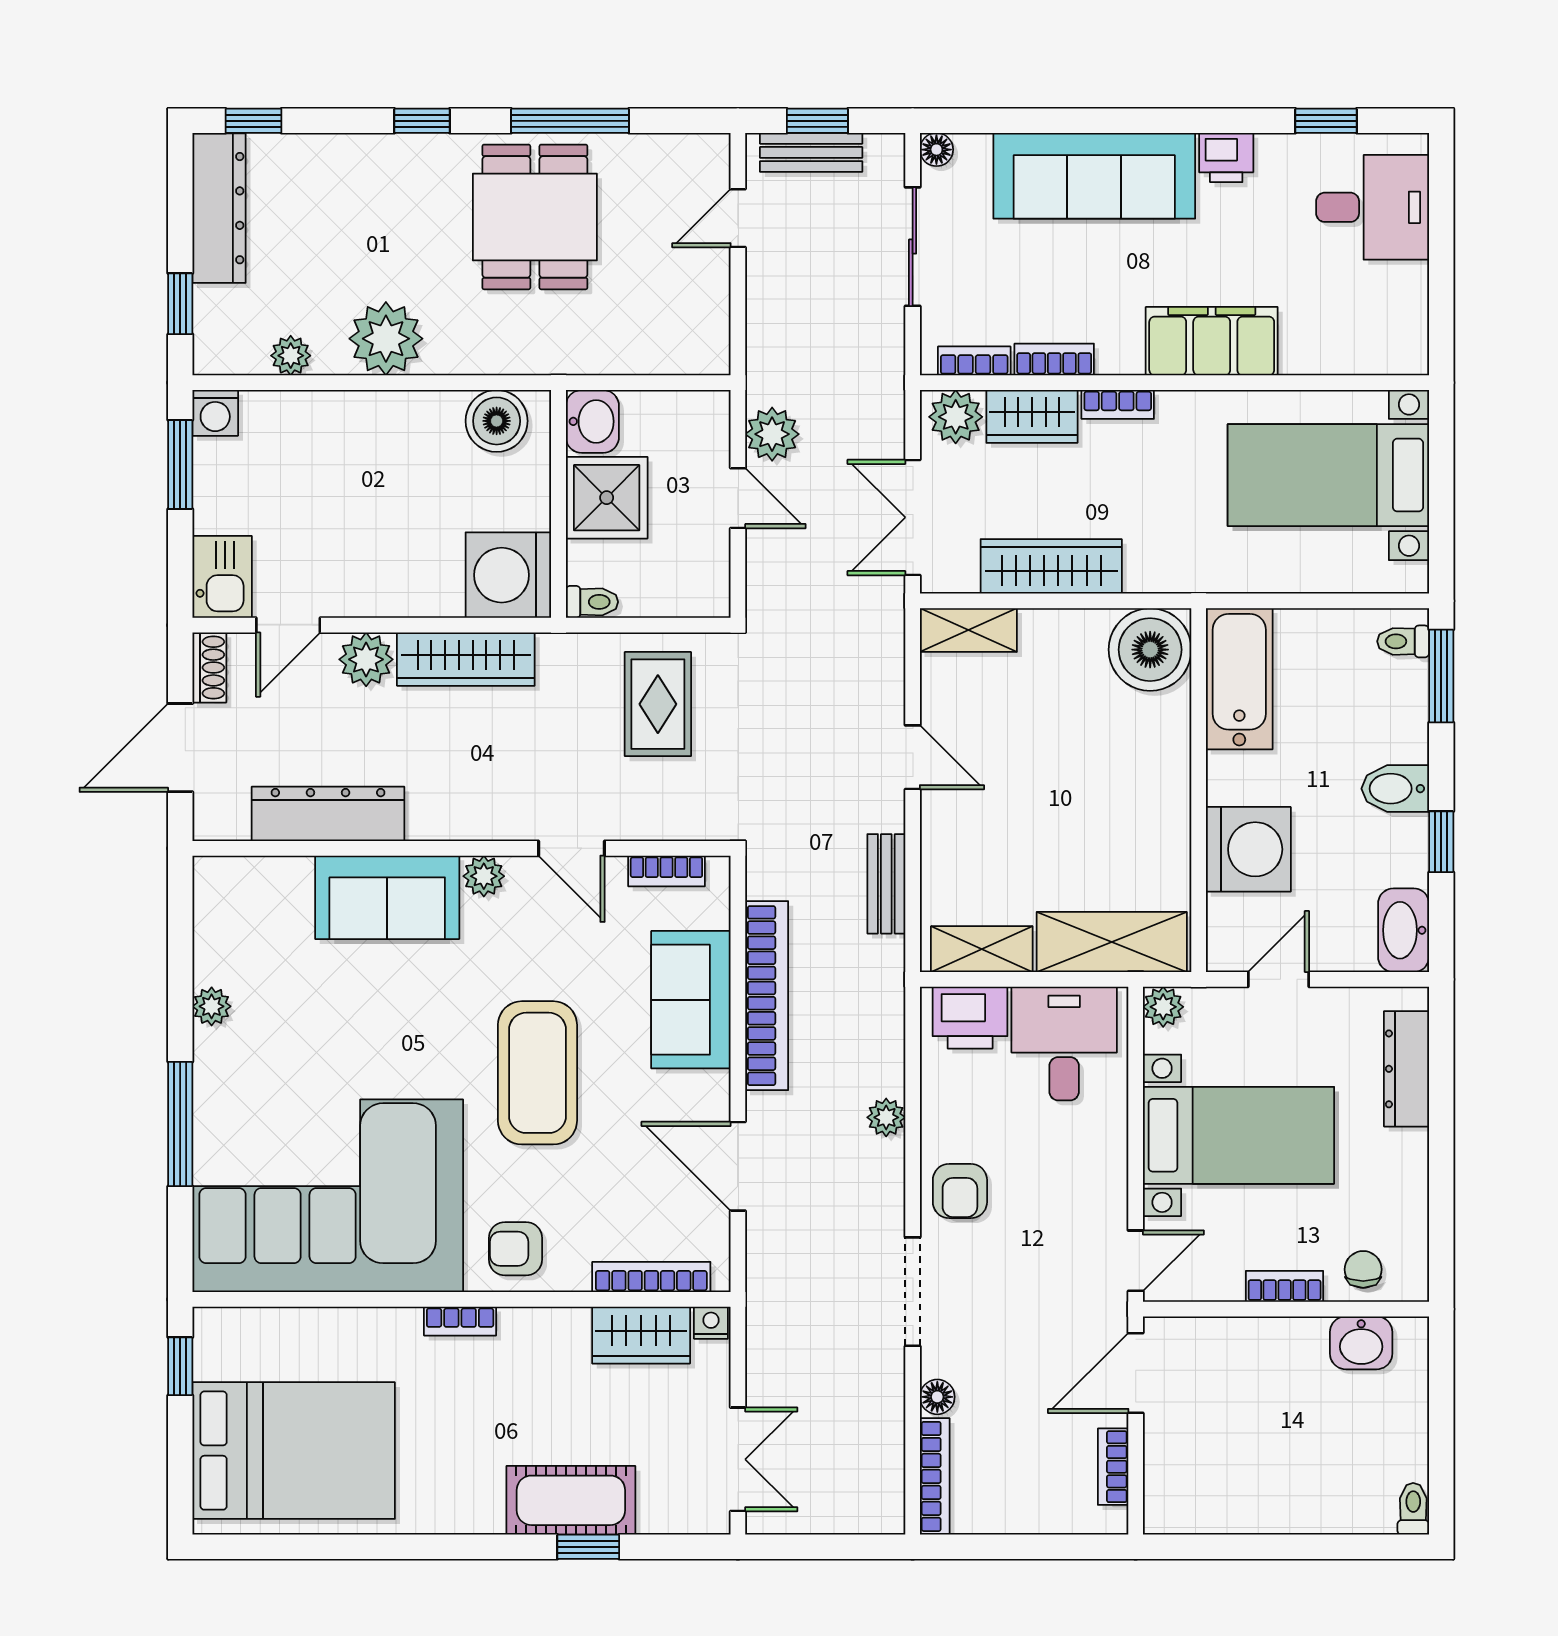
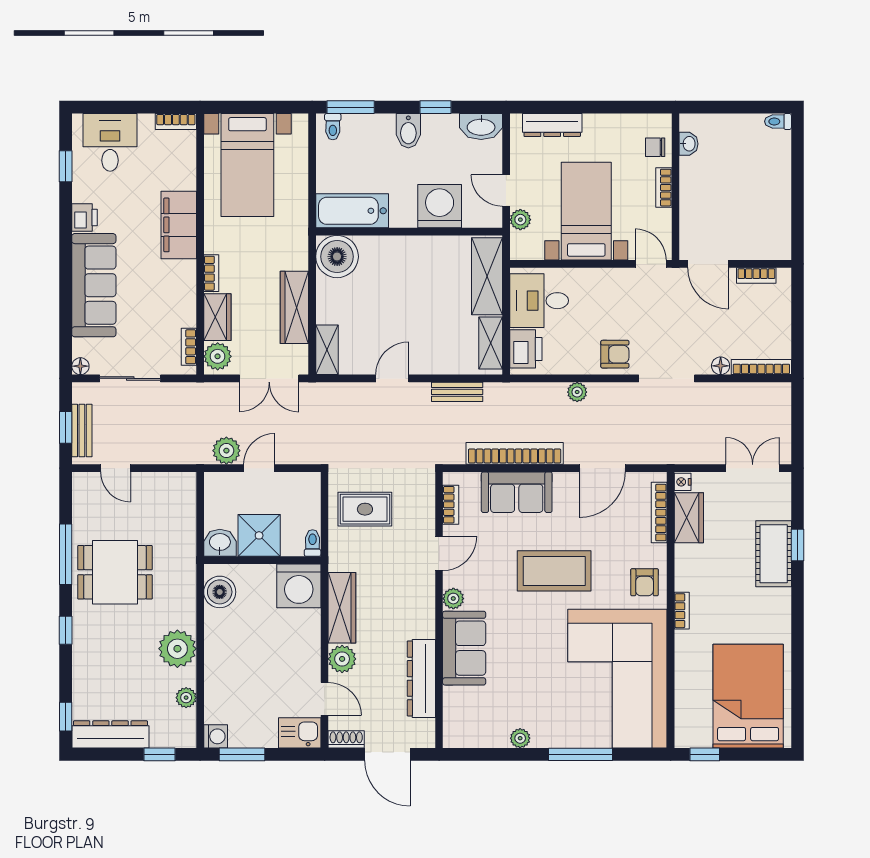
bookcase: (1054, 360) -> (176, 122), moved, turned -90
plant: (1163, 1007) -> (520, 220), moved
washbasin: (1361, 1343) -> (689, 144), width x0.72, depth x0.69

